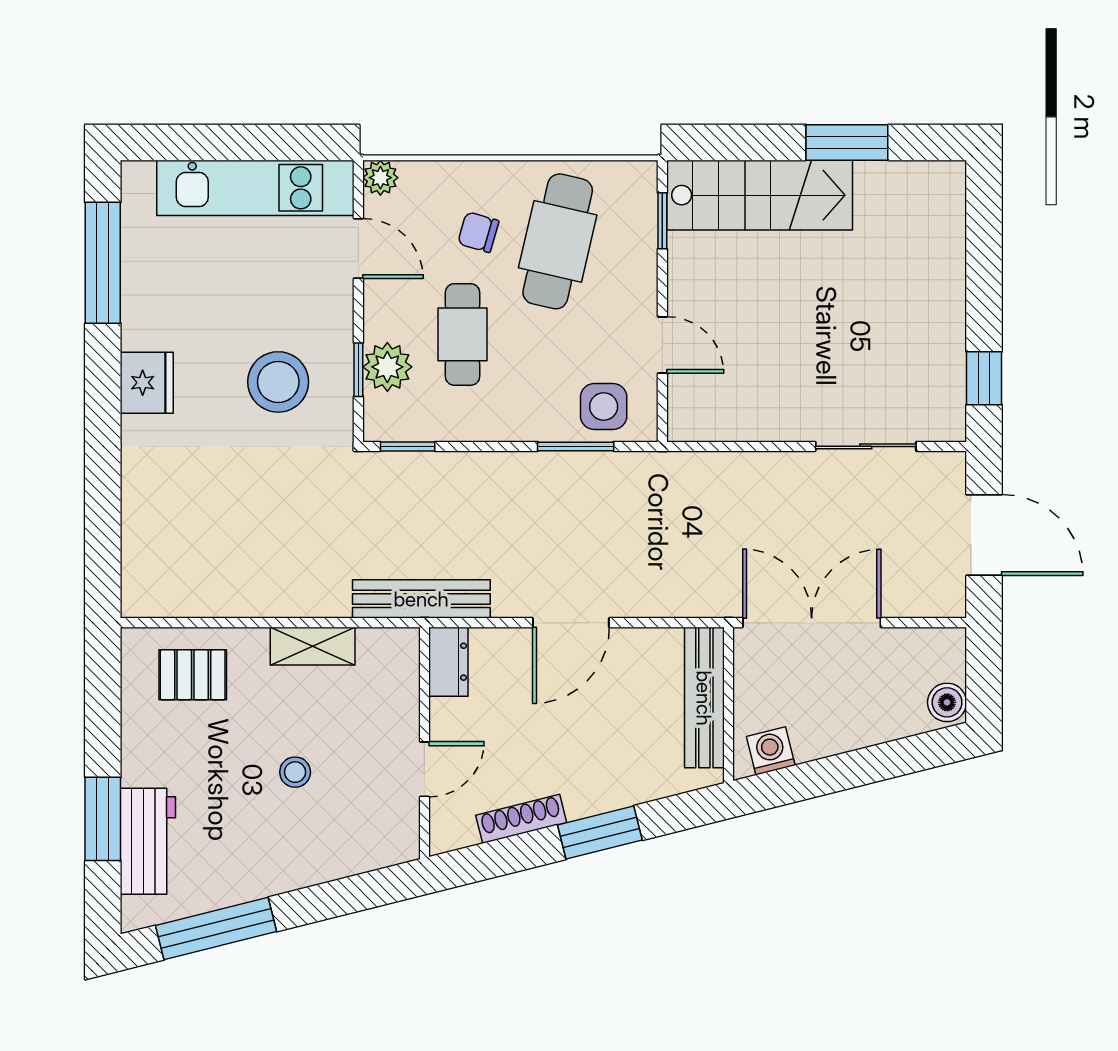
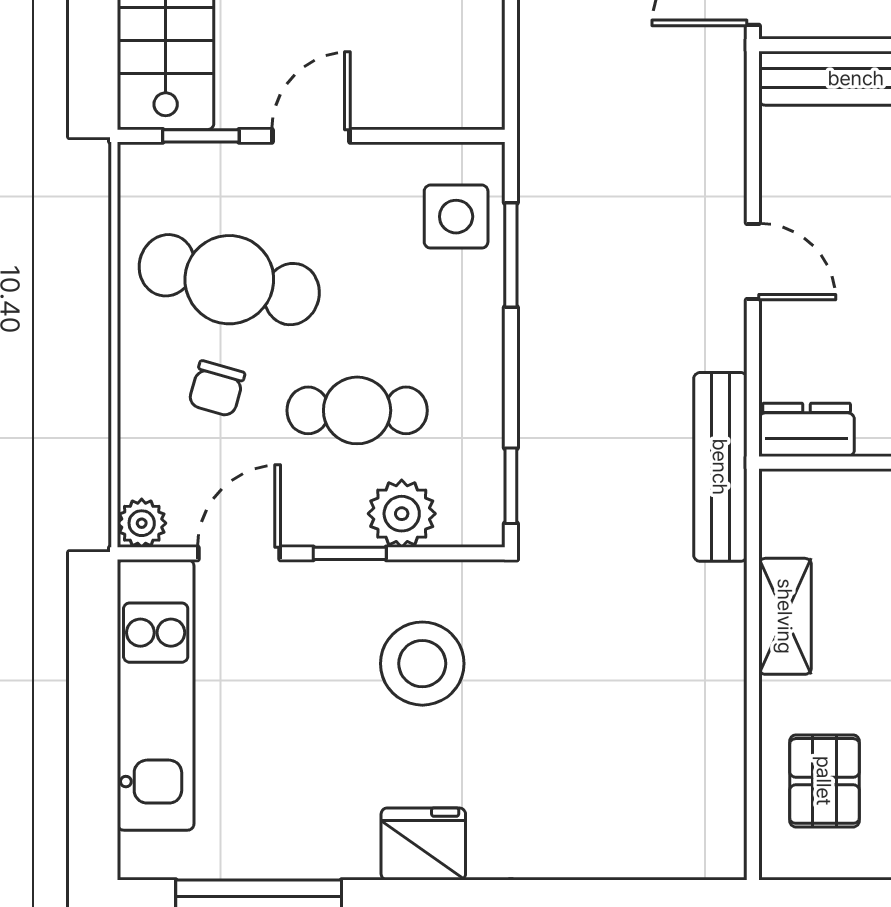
door: (662, 345) -> (311, 136), moved
window: (358, 370) -> (350, 553), moved
door: (571, 623) -> (753, 262), width x0.73

